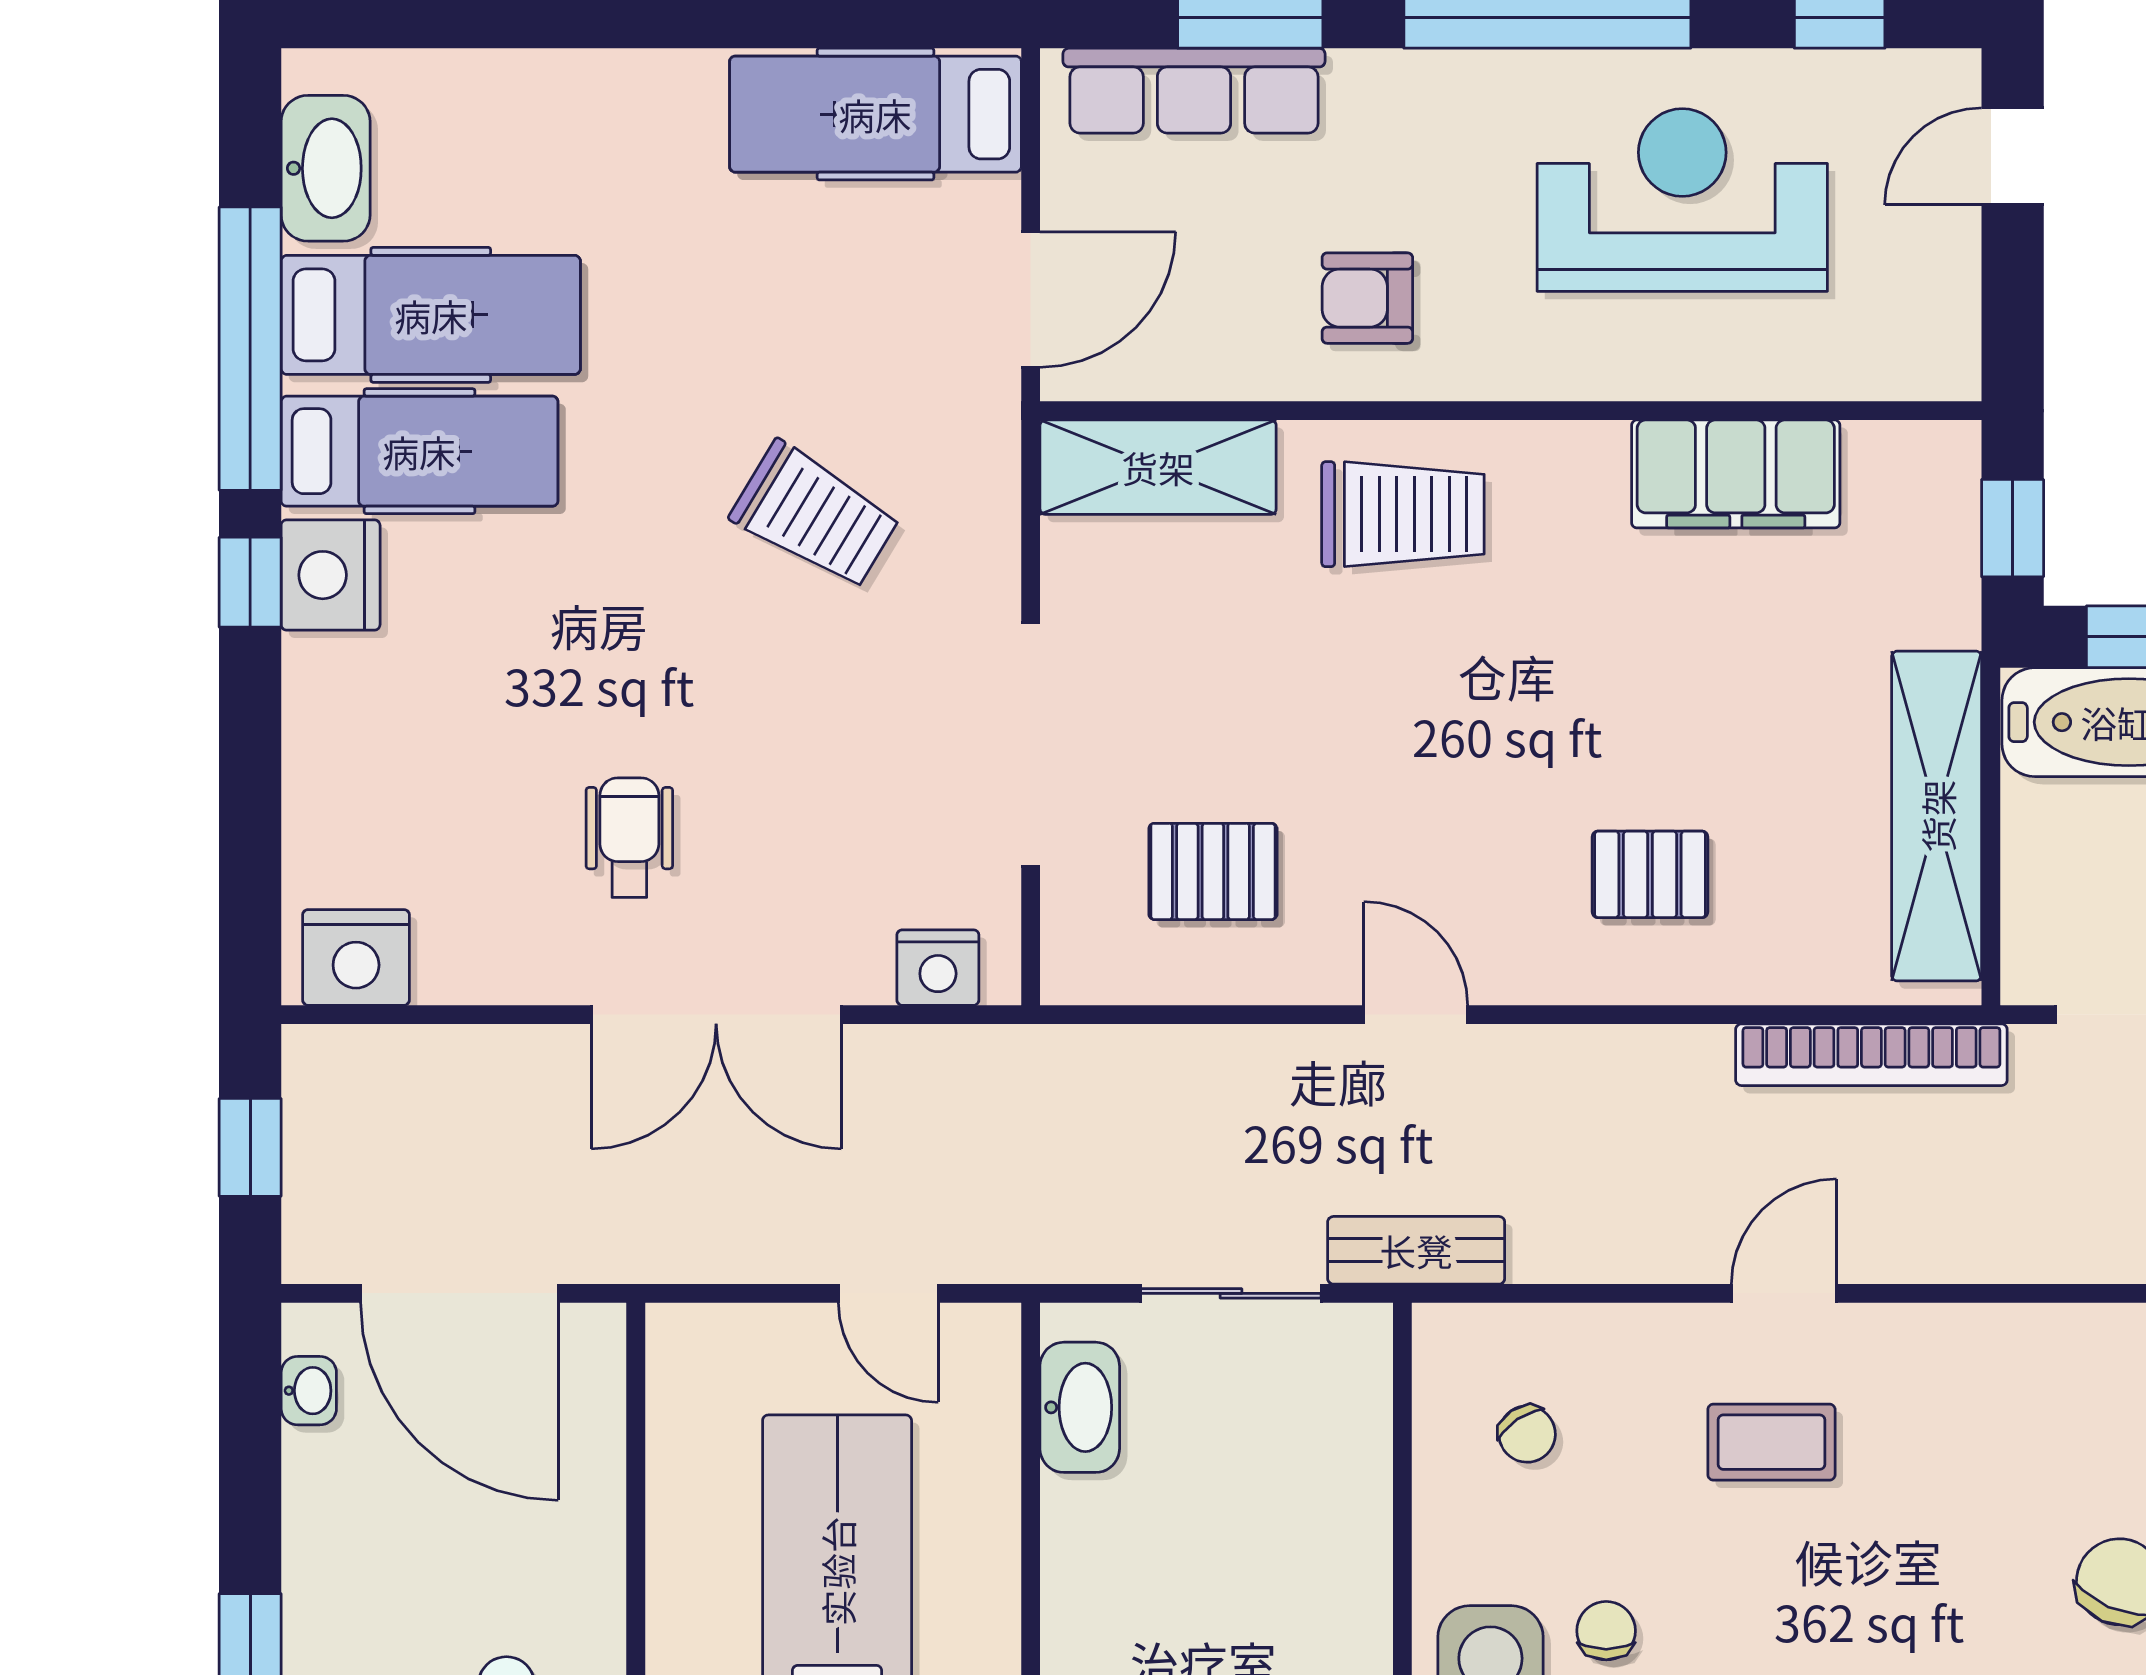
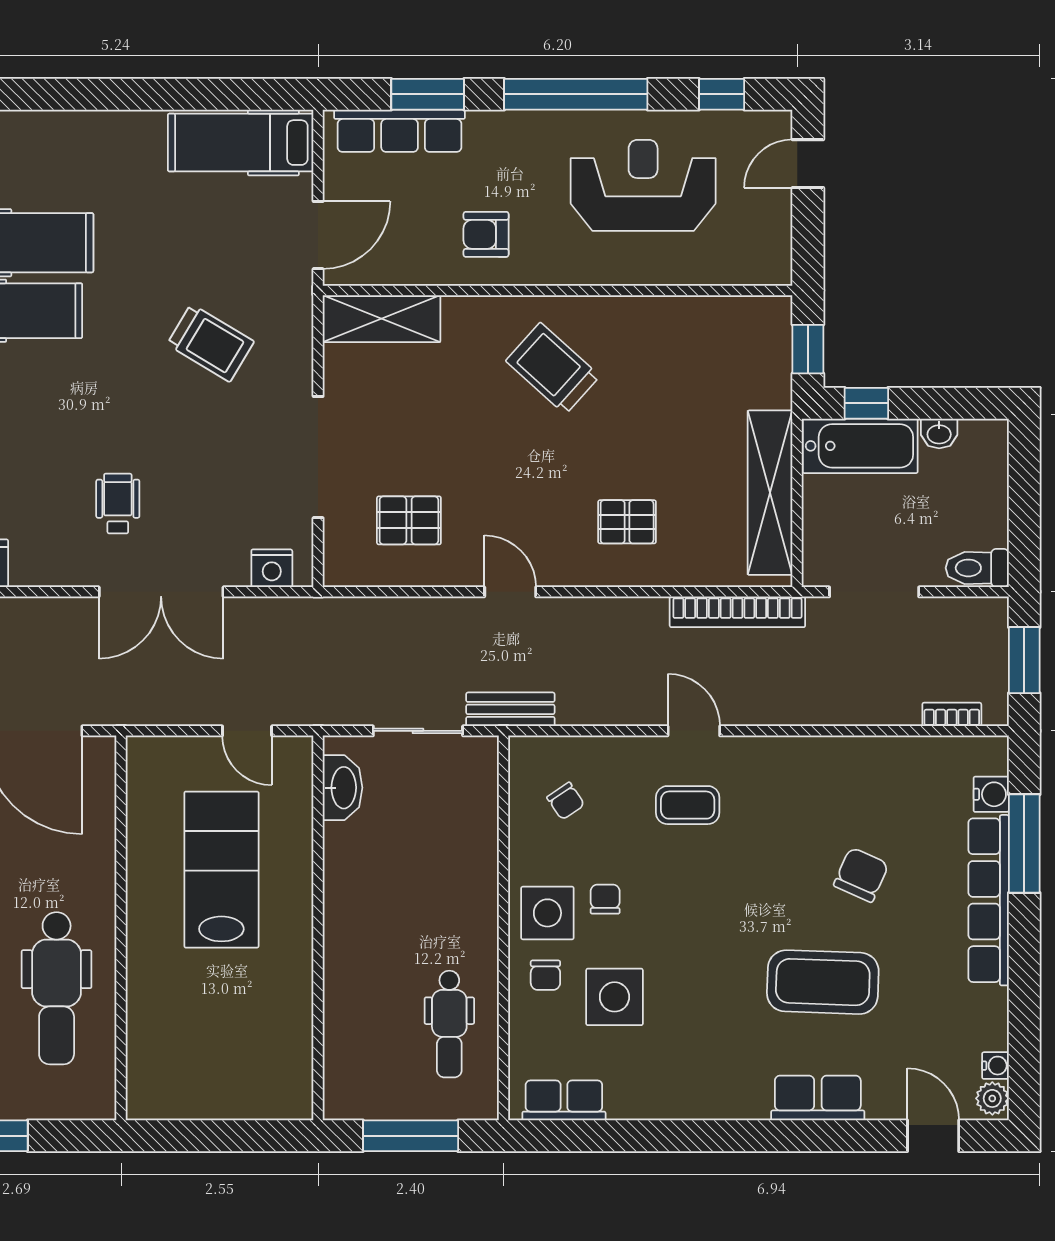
filing cabinet: (1736, 474) -> (670, 322), removed
trolley: (1403, 514) -> (553, 368), moved, turned -138
door: (1784, 1293) -> (694, 731), hinge flipped

